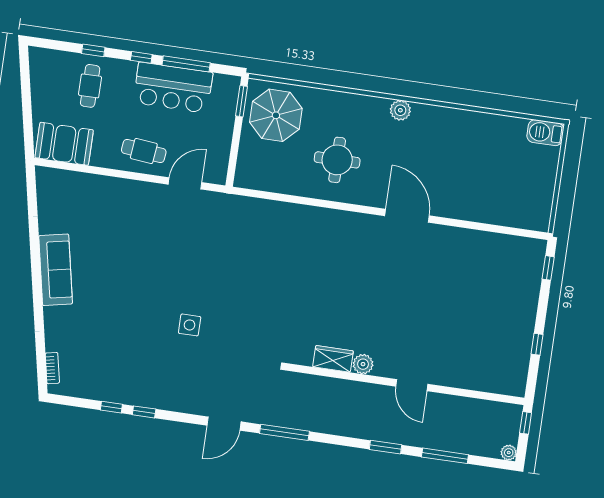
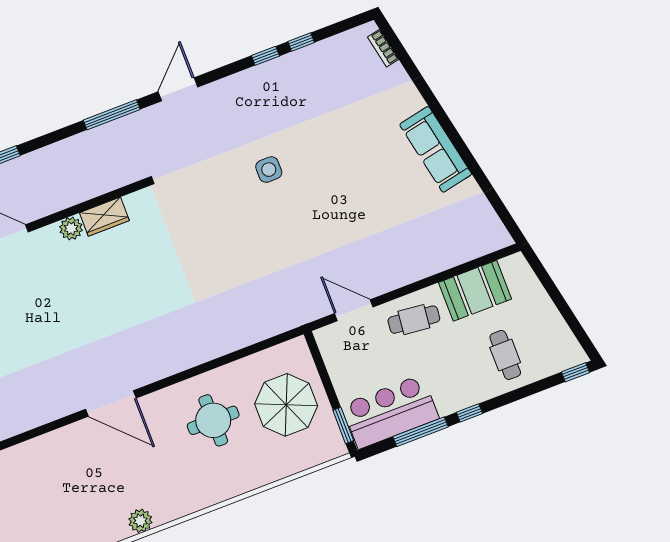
window: (93, 50) -> (575, 372), moved
bar counter: (173, 88) -> (390, 412), moved
plant: (400, 110) -> (140, 521), moved
parasol: (276, 115) -> (286, 405), moved
booth: (64, 144) -> (475, 291), moved
door: (185, 183) -> (354, 310), swing flipped

